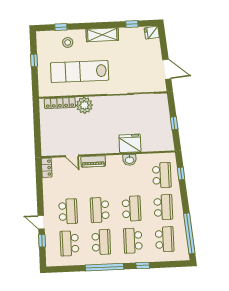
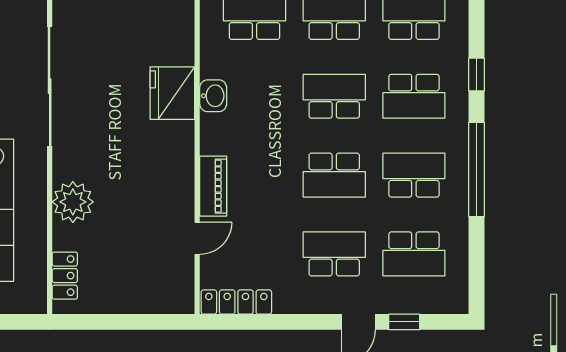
locker: (60, 103) -> (65, 276), width x0.66
locker: (47, 168) -> (236, 302), width x1.53

